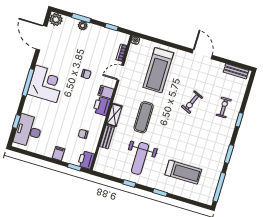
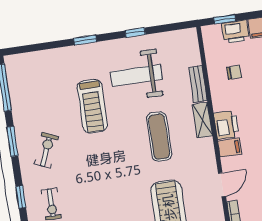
exercise bike: (192, 102) -> (46, 150), moved
weight bench: (140, 158) -> (137, 75), turned -90
printer: (86, 160) -> (235, 32), moved, turned 90
treadmill: (183, 172) -> (92, 106), moved, turned -90

